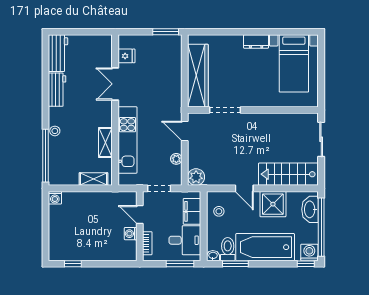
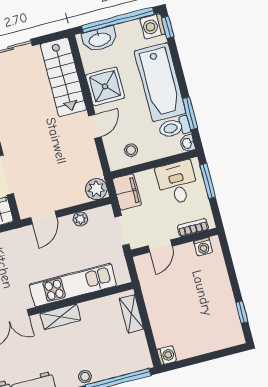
shelving: (105, 143) -> (60, 317), moved
filing cabinet: (192, 211) -> (127, 192), moved, turned -90
washing machine: (131, 234) -> (203, 247), moved

